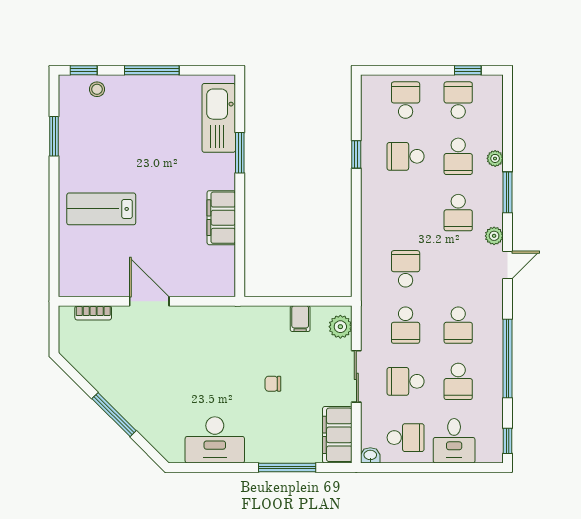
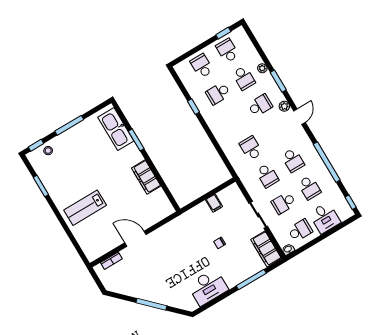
school desk: (458, 213) -> (260, 105), turned -90
plant: (340, 327) -> (236, 195), removed

